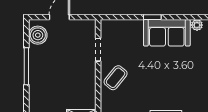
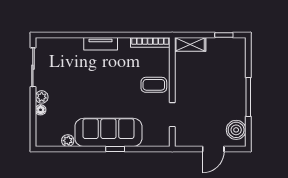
sofa: (167, 33) -> (108, 132), width x1.36
coffee table: (116, 78) -> (154, 85), turned 51

